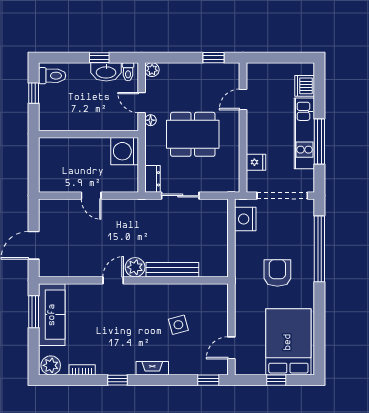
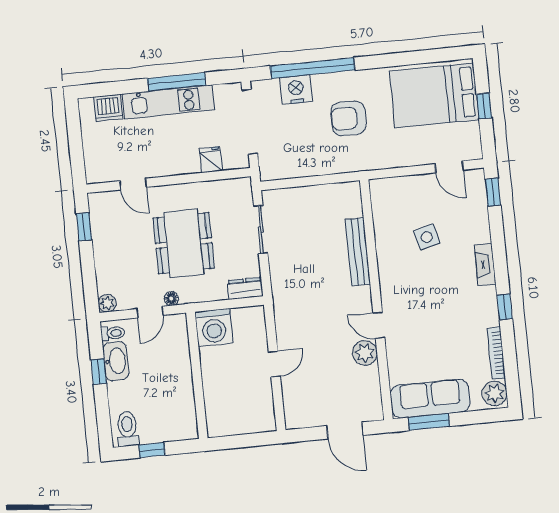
sliding door: (180, 196) -> (261, 229), moved
nightstand: (245, 219) -> (296, 90), moved, turned 180
plant: (135, 267) -> (365, 353), moved
bookcase: (82, 370) -> (496, 353), width x1.56

